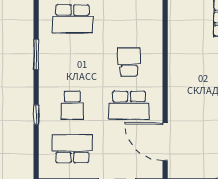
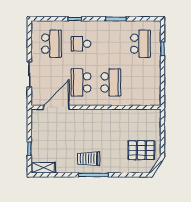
school desk: (72, 19) -> (140, 44), turned 180
school desk: (129, 62) -> (111, 82), width x1.85

